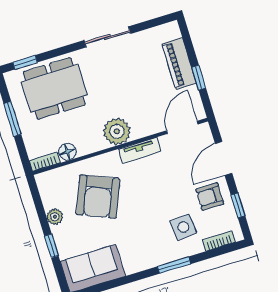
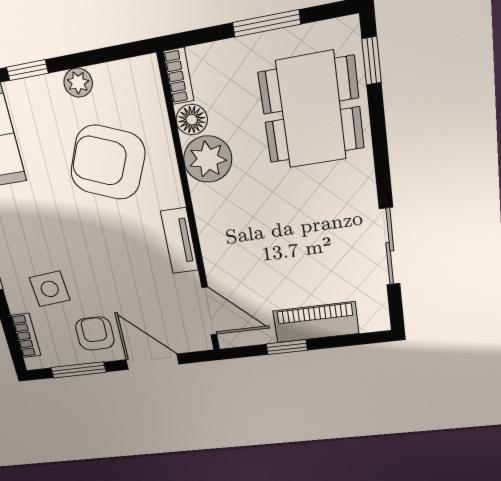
sliding door: (107, 37) -> (390, 247), moved
plant: (117, 131) -> (208, 159), moved
window: (238, 205) -> (78, 370), width x1.50

